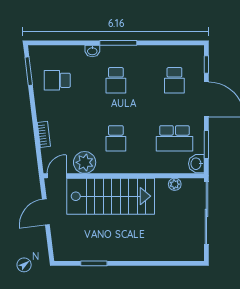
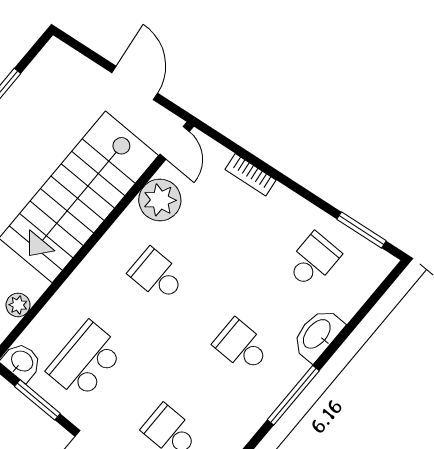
washbasin: (92, 51) -> (317, 335), width x1.91, depth x1.45

